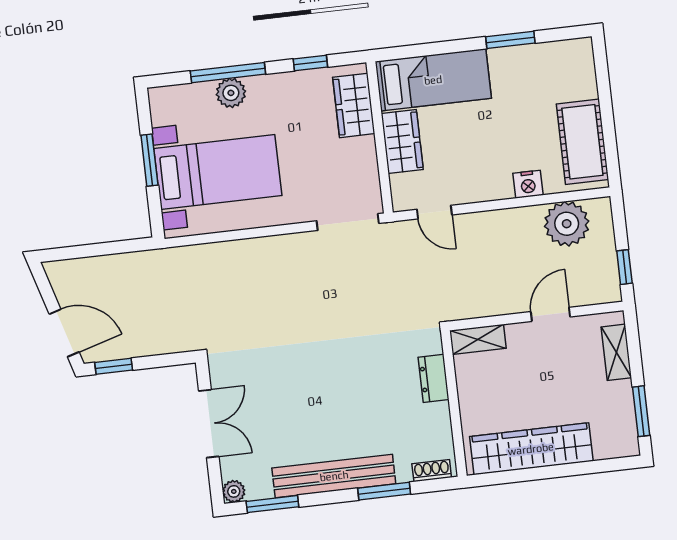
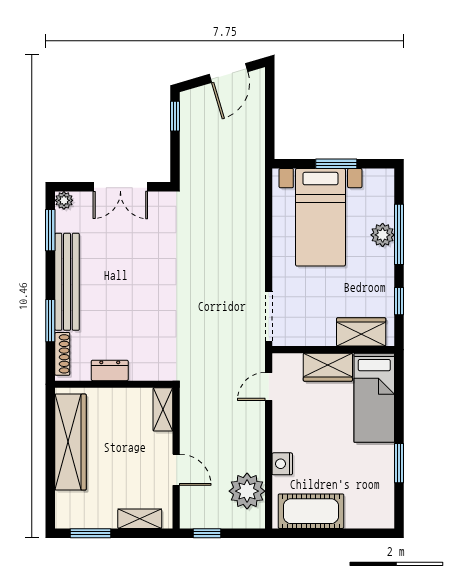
door: (64, 333) -> (229, 73), moved
dresser: (434, 378) -> (110, 370), moved
shoe rack: (432, 471) -> (62, 354), width x1.43

